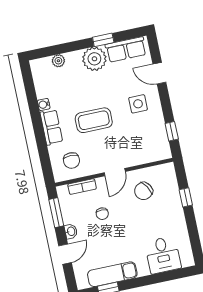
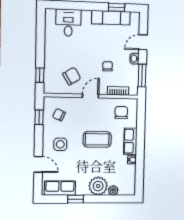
plant: (94, 59) -> (98, 186), moved
chair: (148, 140) -> (59, 115), added
window: (186, 197) -> (40, 75), moved

